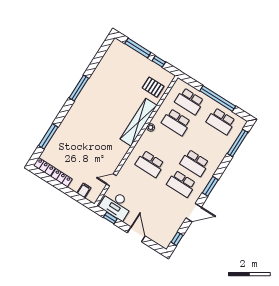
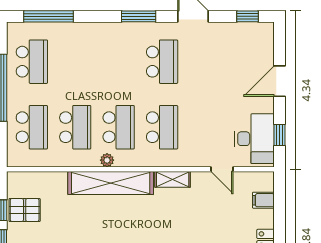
pallet: (153, 87) -> (25, 210), moved, turned 90
shelving: (122, 153) -> (173, 179), added
school desk: (195, 163) -> (119, 127), moved

